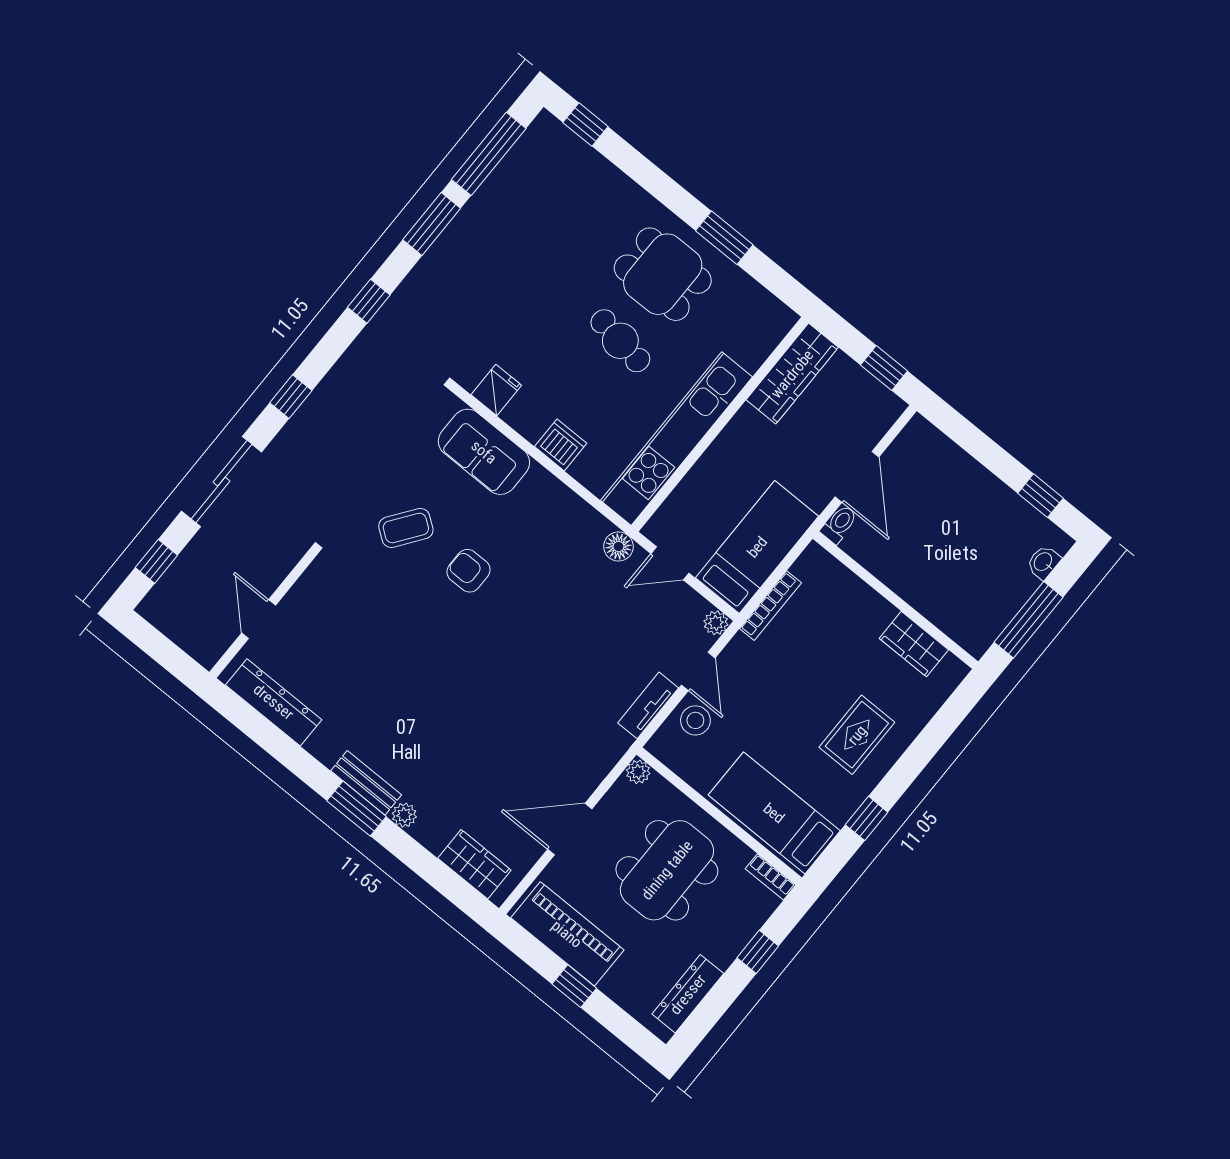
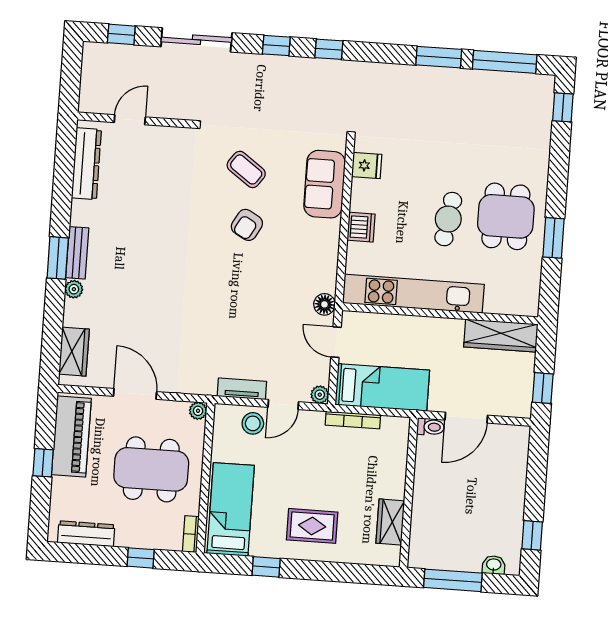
window: (369, 301) -> (329, 49), moved
armchair: (469, 571) -> (247, 225), turned -151

